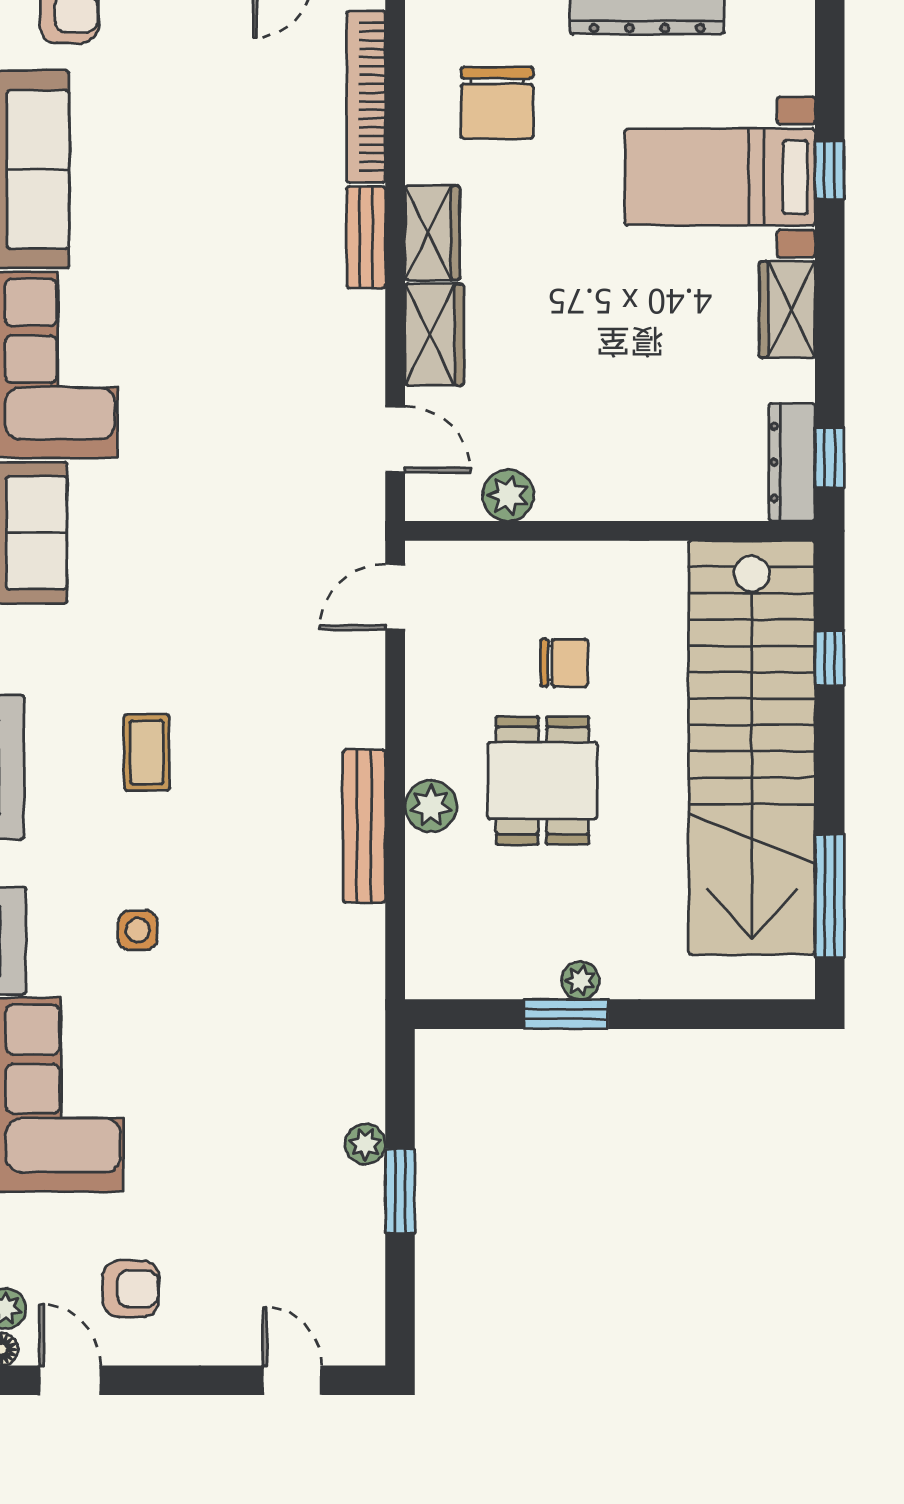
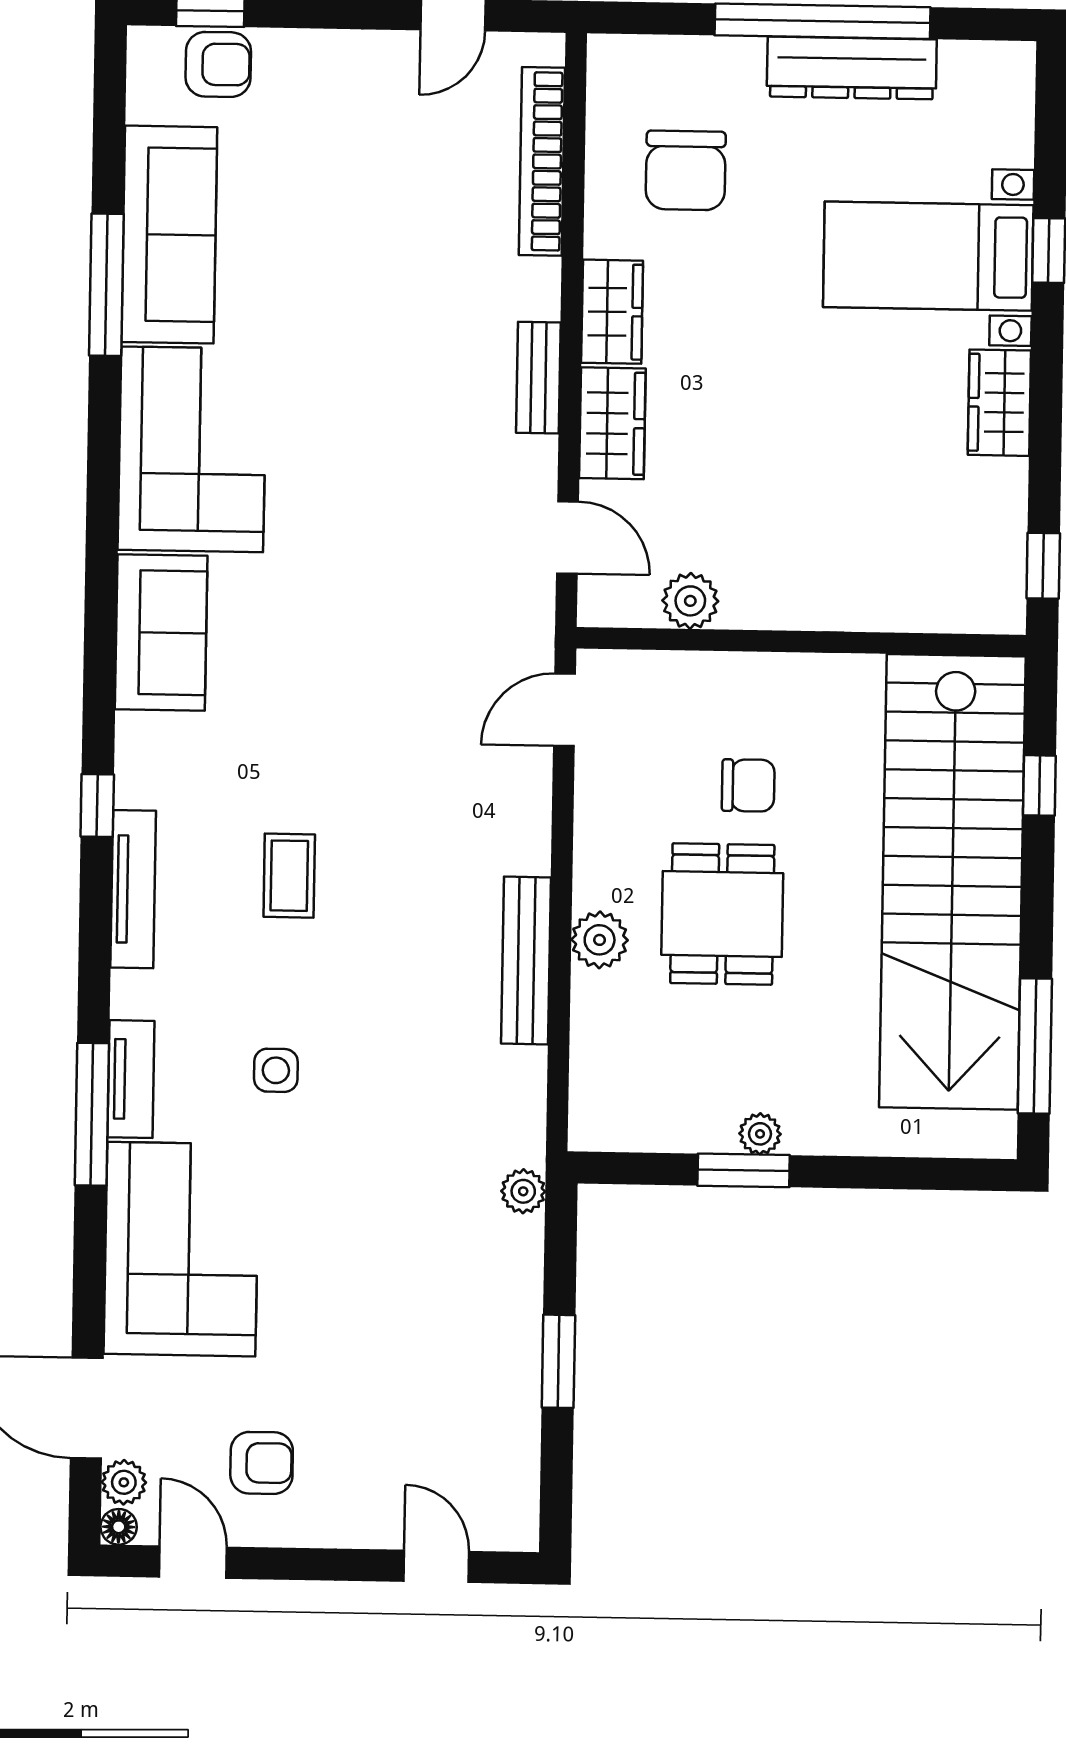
bench: (366, 237) -> (538, 378), moved
dresser: (792, 462) -> (1002, 570), removed
plant: (365, 1144) -> (523, 1191), moved

